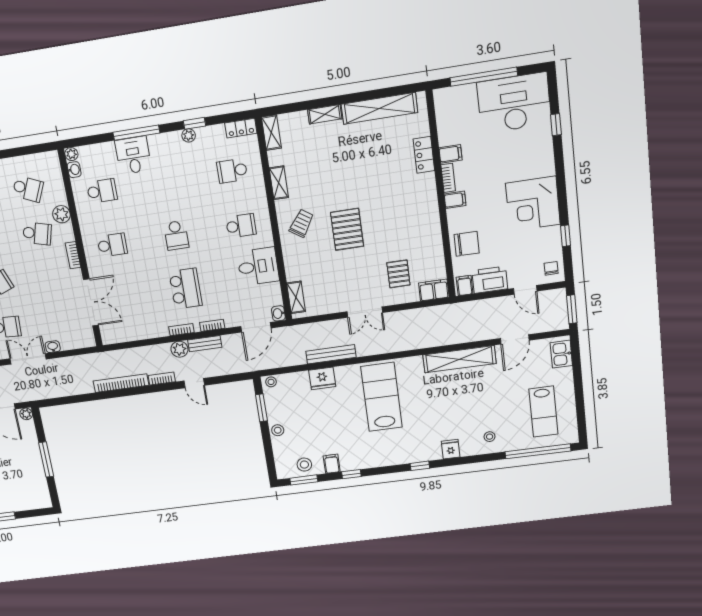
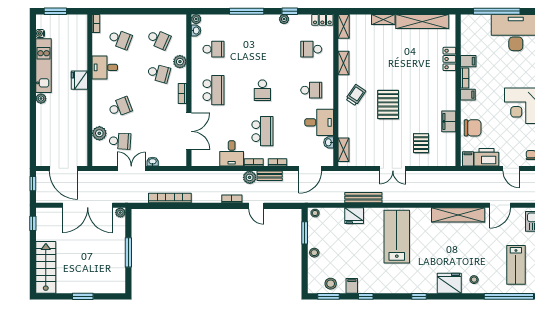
desk: (133, 155) -> (232, 153), moved, turned 180
school desk: (112, 245) -> (213, 90), width x1.85
filing cabinet: (434, 290) -> (449, 121), moved, turned -90
washbasin: (278, 313) -> (329, 142), moved
bookcase: (121, 383) -> (170, 198), moved
fridge: (451, 449) -> (449, 283), width x1.88, depth x1.34

